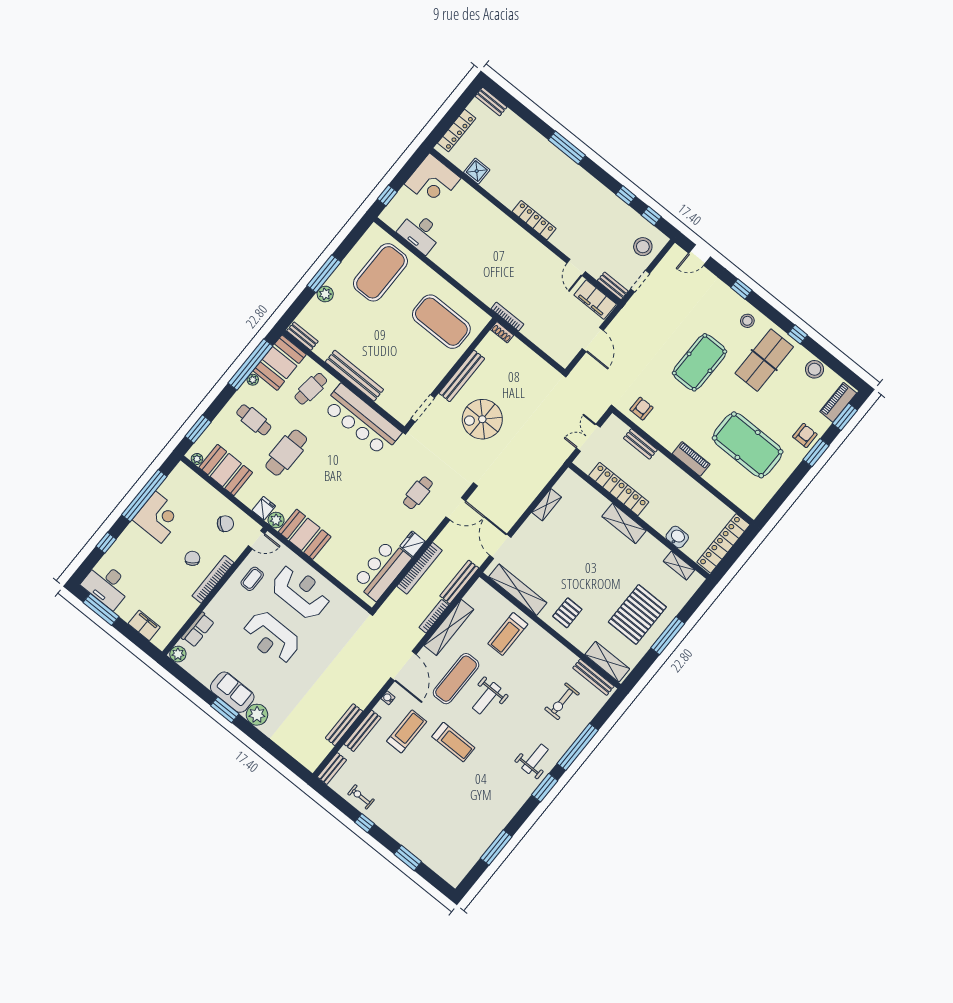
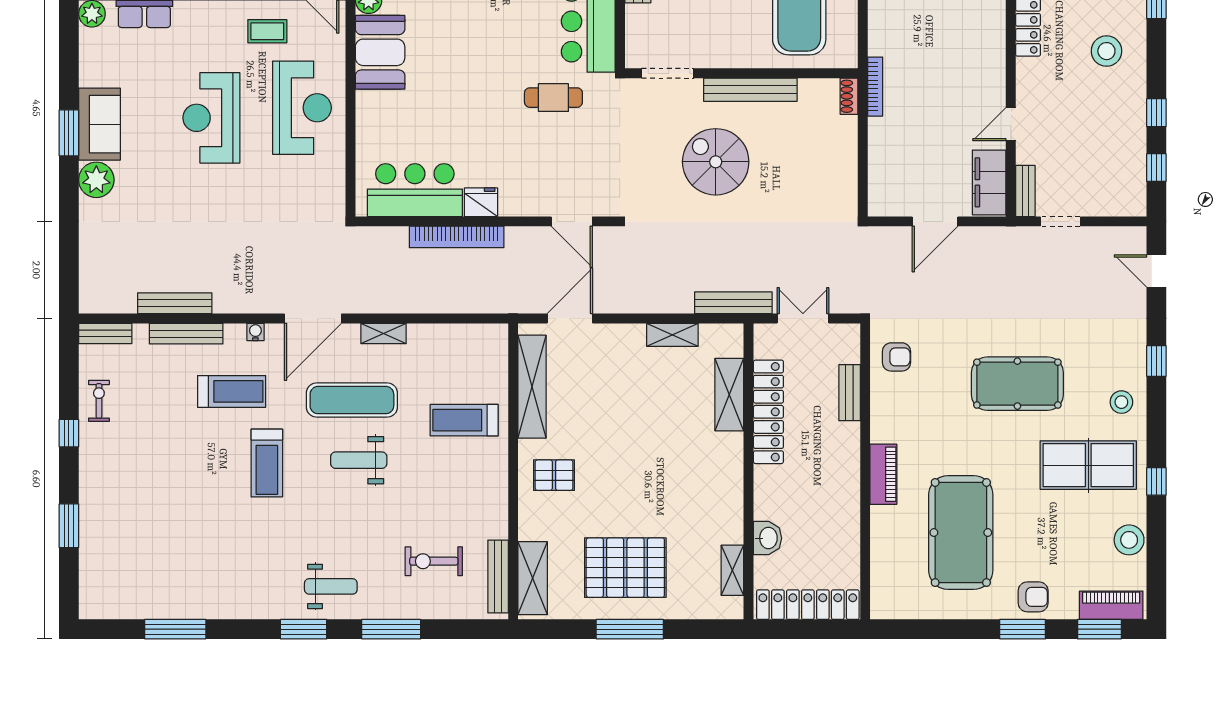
stool: (643, 247) -> (1106, 51), moved
cafe table: (418, 493) -> (553, 98), moved
shelving: (624, 524) -> (729, 395), moved
bench: (459, 582) -> (733, 303), moved
bookcase: (434, 616) -> (410, 306), removed
shelving: (449, 627) -> (384, 333), width x0.45, depth x0.75
window: (578, 747) -> (391, 629), width x0.68

